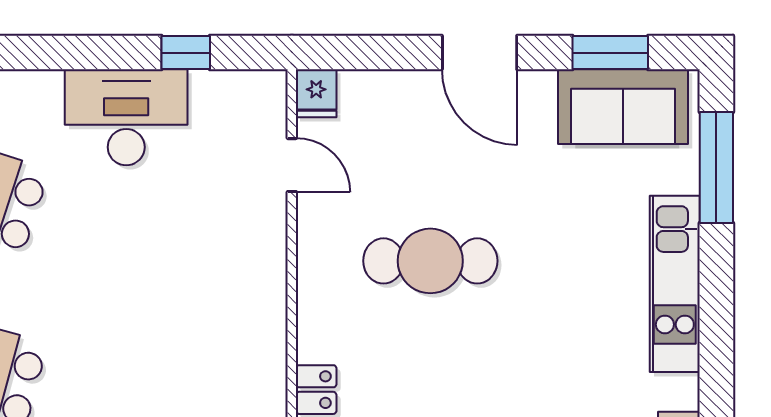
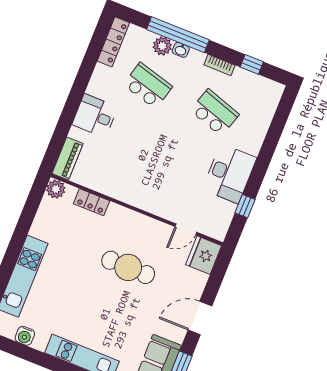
fridge: (316, 93) -> (204, 255), width x1.88, depth x1.34
cafe table: (430, 261) -> (128, 267), turned 90

